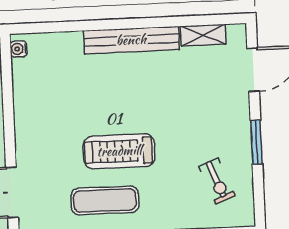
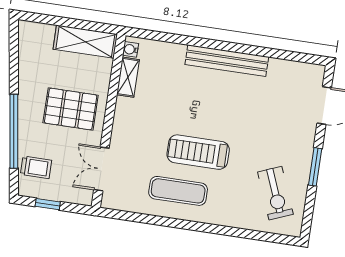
shelving: (203, 35) -> (128, 77), moved, turned 90
exercise bike: (217, 181) -> (275, 193), width x1.38, depth x1.39

